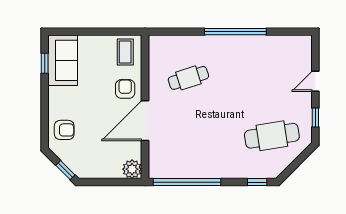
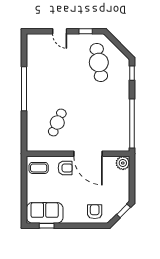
cafe table: (188, 78) -> (57, 122), turned 42
armchair: (125, 89) -> (65, 168), turned 180

